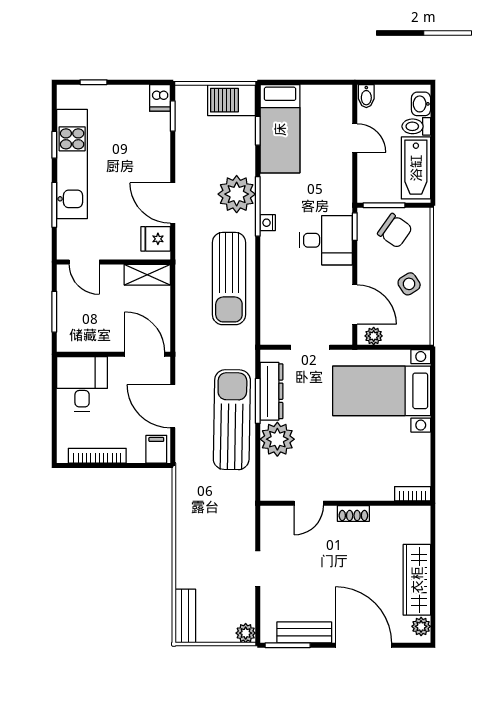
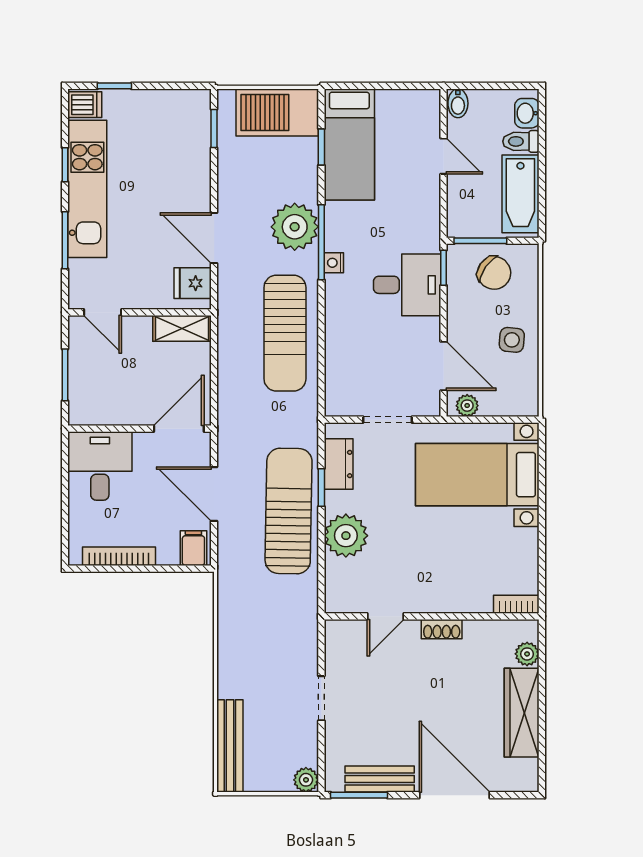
dishwasher: (160, 98) -> (85, 105), moved, turned -90
barbecue: (232, 100) -> (277, 112), width x1.37, depth x1.21
side table: (409, 284) -> (512, 340), turned 38
door: (145, 354) -> (179, 429), hinge flipped
dresser: (272, 391) -> (339, 464), width x0.70
window: (258, 401) -> (321, 487), width x0.67
bench: (185, 616) -> (230, 746), width x1.36
plant: (421, 626) -> (527, 654), moved

